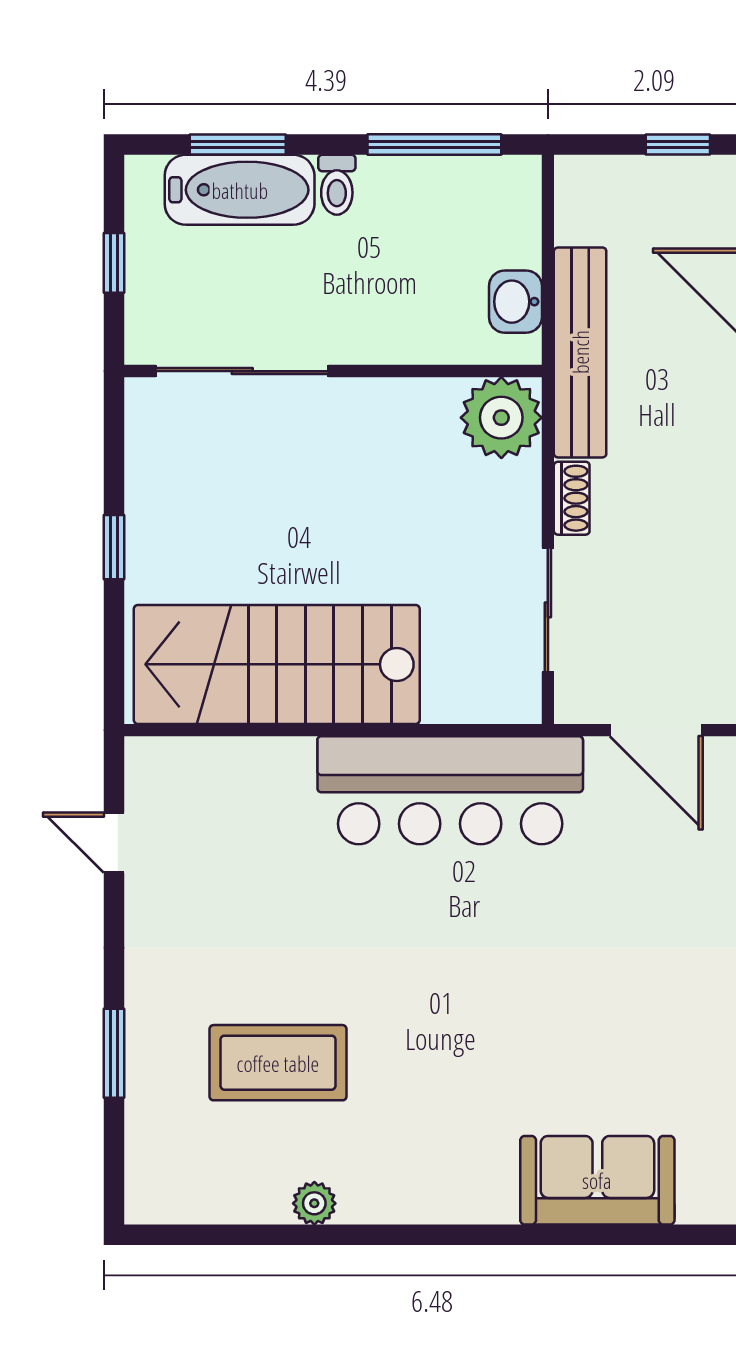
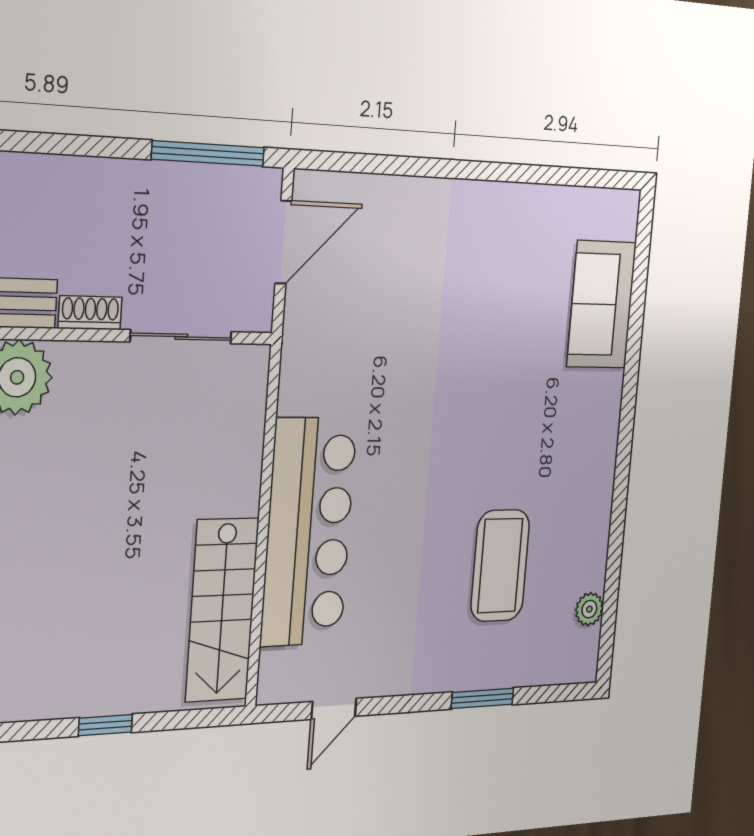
stairs: (277, 664) -> (222, 610), width x0.73, depth x0.66
bar counter: (450, 790) -> (308, 532), moved
plant: (314, 1203) -> (589, 609), moved

